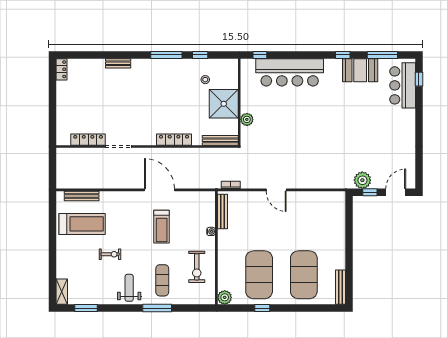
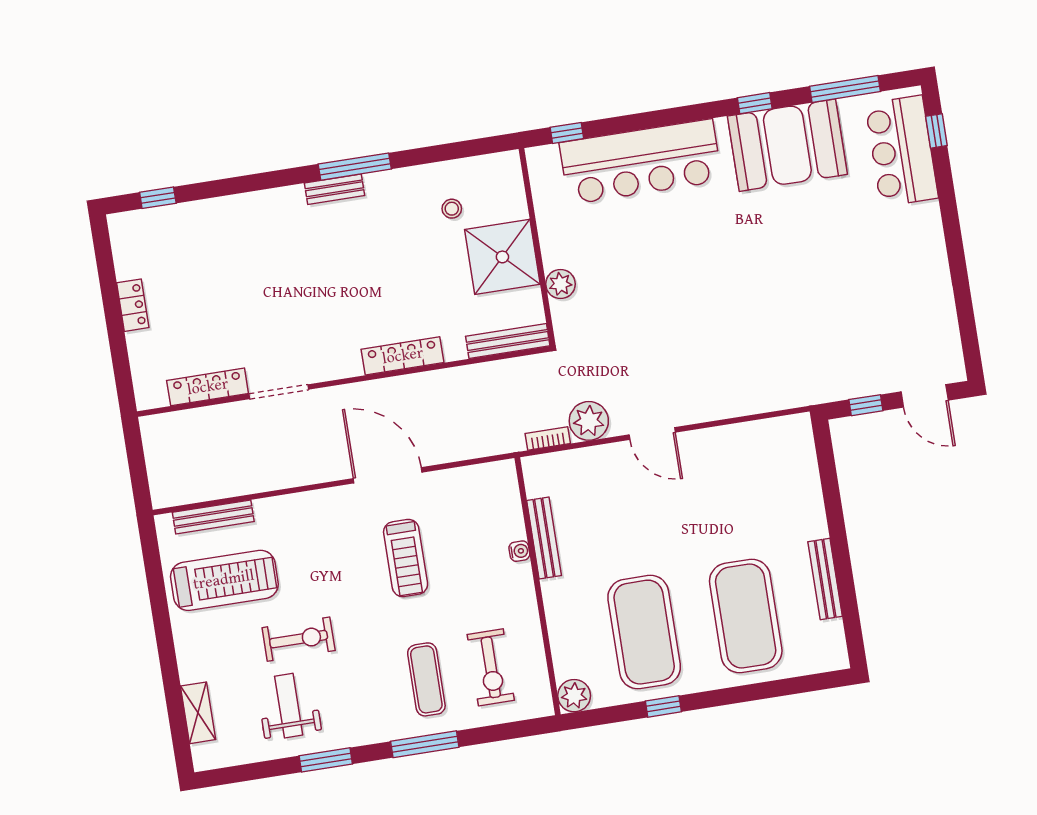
window: (200, 55) -> (158, 198), moved
bench: (118, 63) -> (335, 189), moved
locker: (61, 69) -> (133, 305), moved
booth: (360, 70) -> (787, 145), width x1.36, depth x1.42
plant: (362, 180) -> (589, 421), moved
door: (396, 192) -> (925, 396), swing flipped
bench: (222, 212) -> (544, 538), moved
exercise bike: (110, 254) -> (299, 639), width x1.38, depth x1.39
exercise bike: (197, 267) -> (491, 667), moved
bench: (341, 287) -> (825, 579), moved
weight bench: (129, 288) -> (289, 706), moved
shelving: (62, 292) -> (198, 713), moved
window: (86, 308) -> (326, 760), moved

